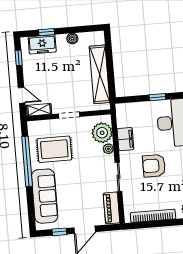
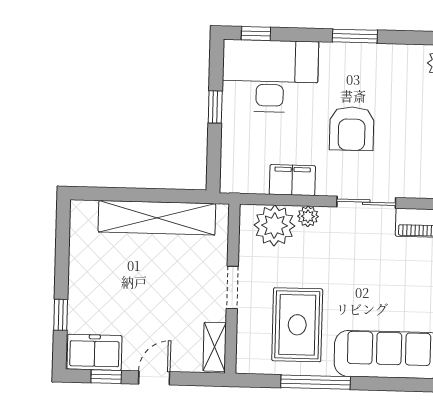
boiler: (72, 39) -> (79, 265), removed
freezer: (42, 44) -> (94, 352), moved, turned -90
door: (22, 95) -> (154, 378), moved
window: (27, 161) -> (316, 382), width x0.68

